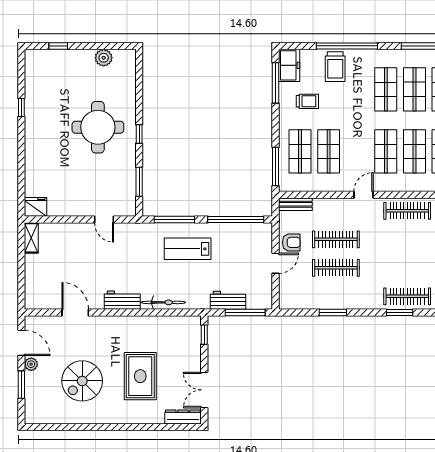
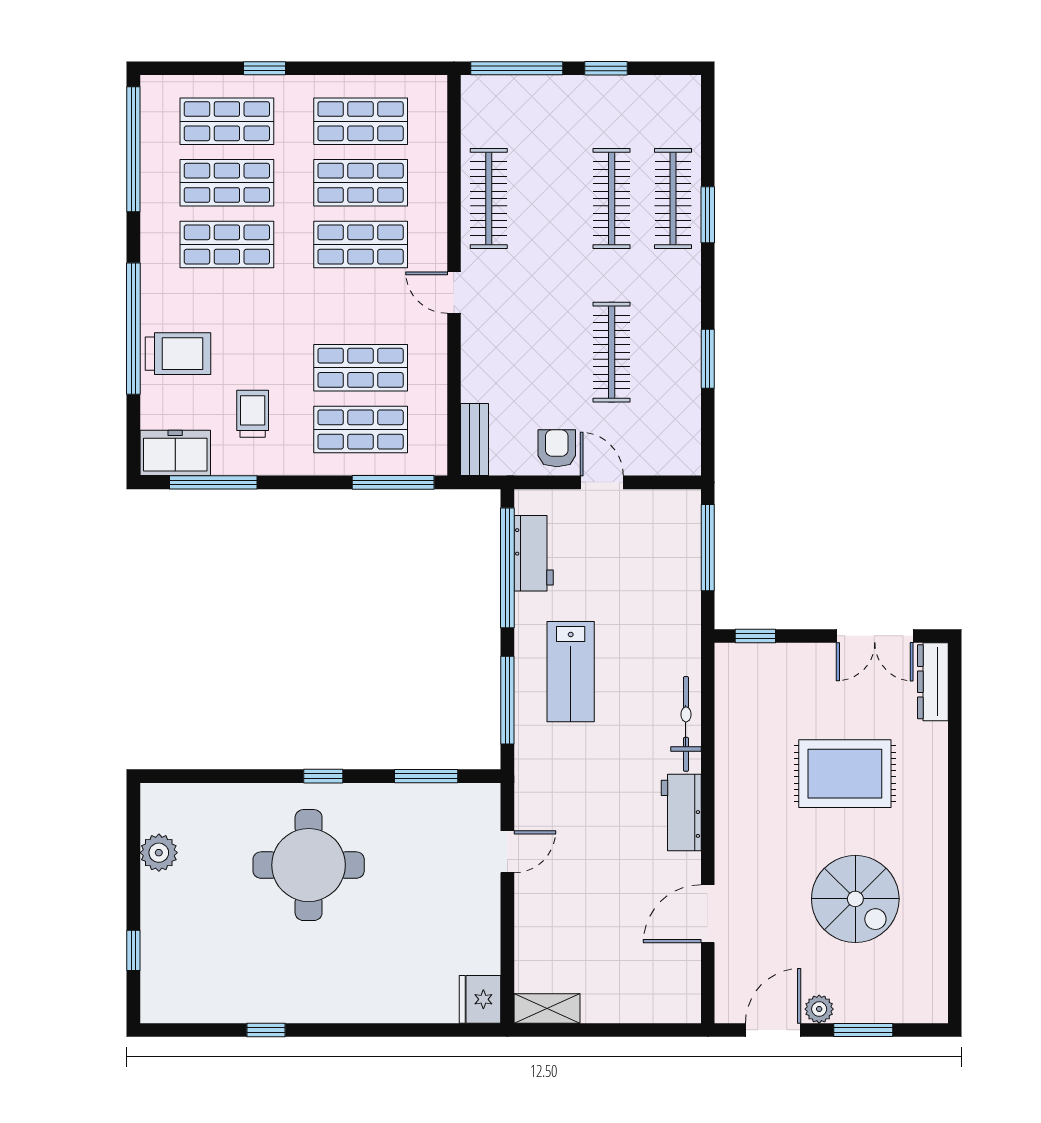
clothes rail: (336, 239) -> (612, 199), moved
workbench: (228, 300) -> (534, 553), moved, turned 180

